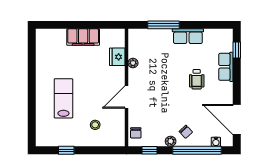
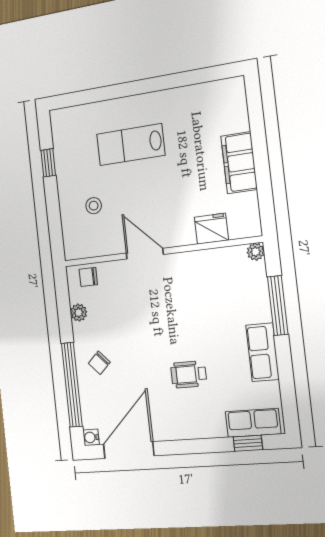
plant: (133, 63) -> (256, 252), moved
row of seats: (226, 67) -> (253, 423), moved
lab bench: (63, 98) -> (131, 145), turned 180
plant: (171, 141) -> (79, 313), moved
water cooler: (216, 142) -> (91, 437), moved
window: (150, 150) -> (63, 304), removed

